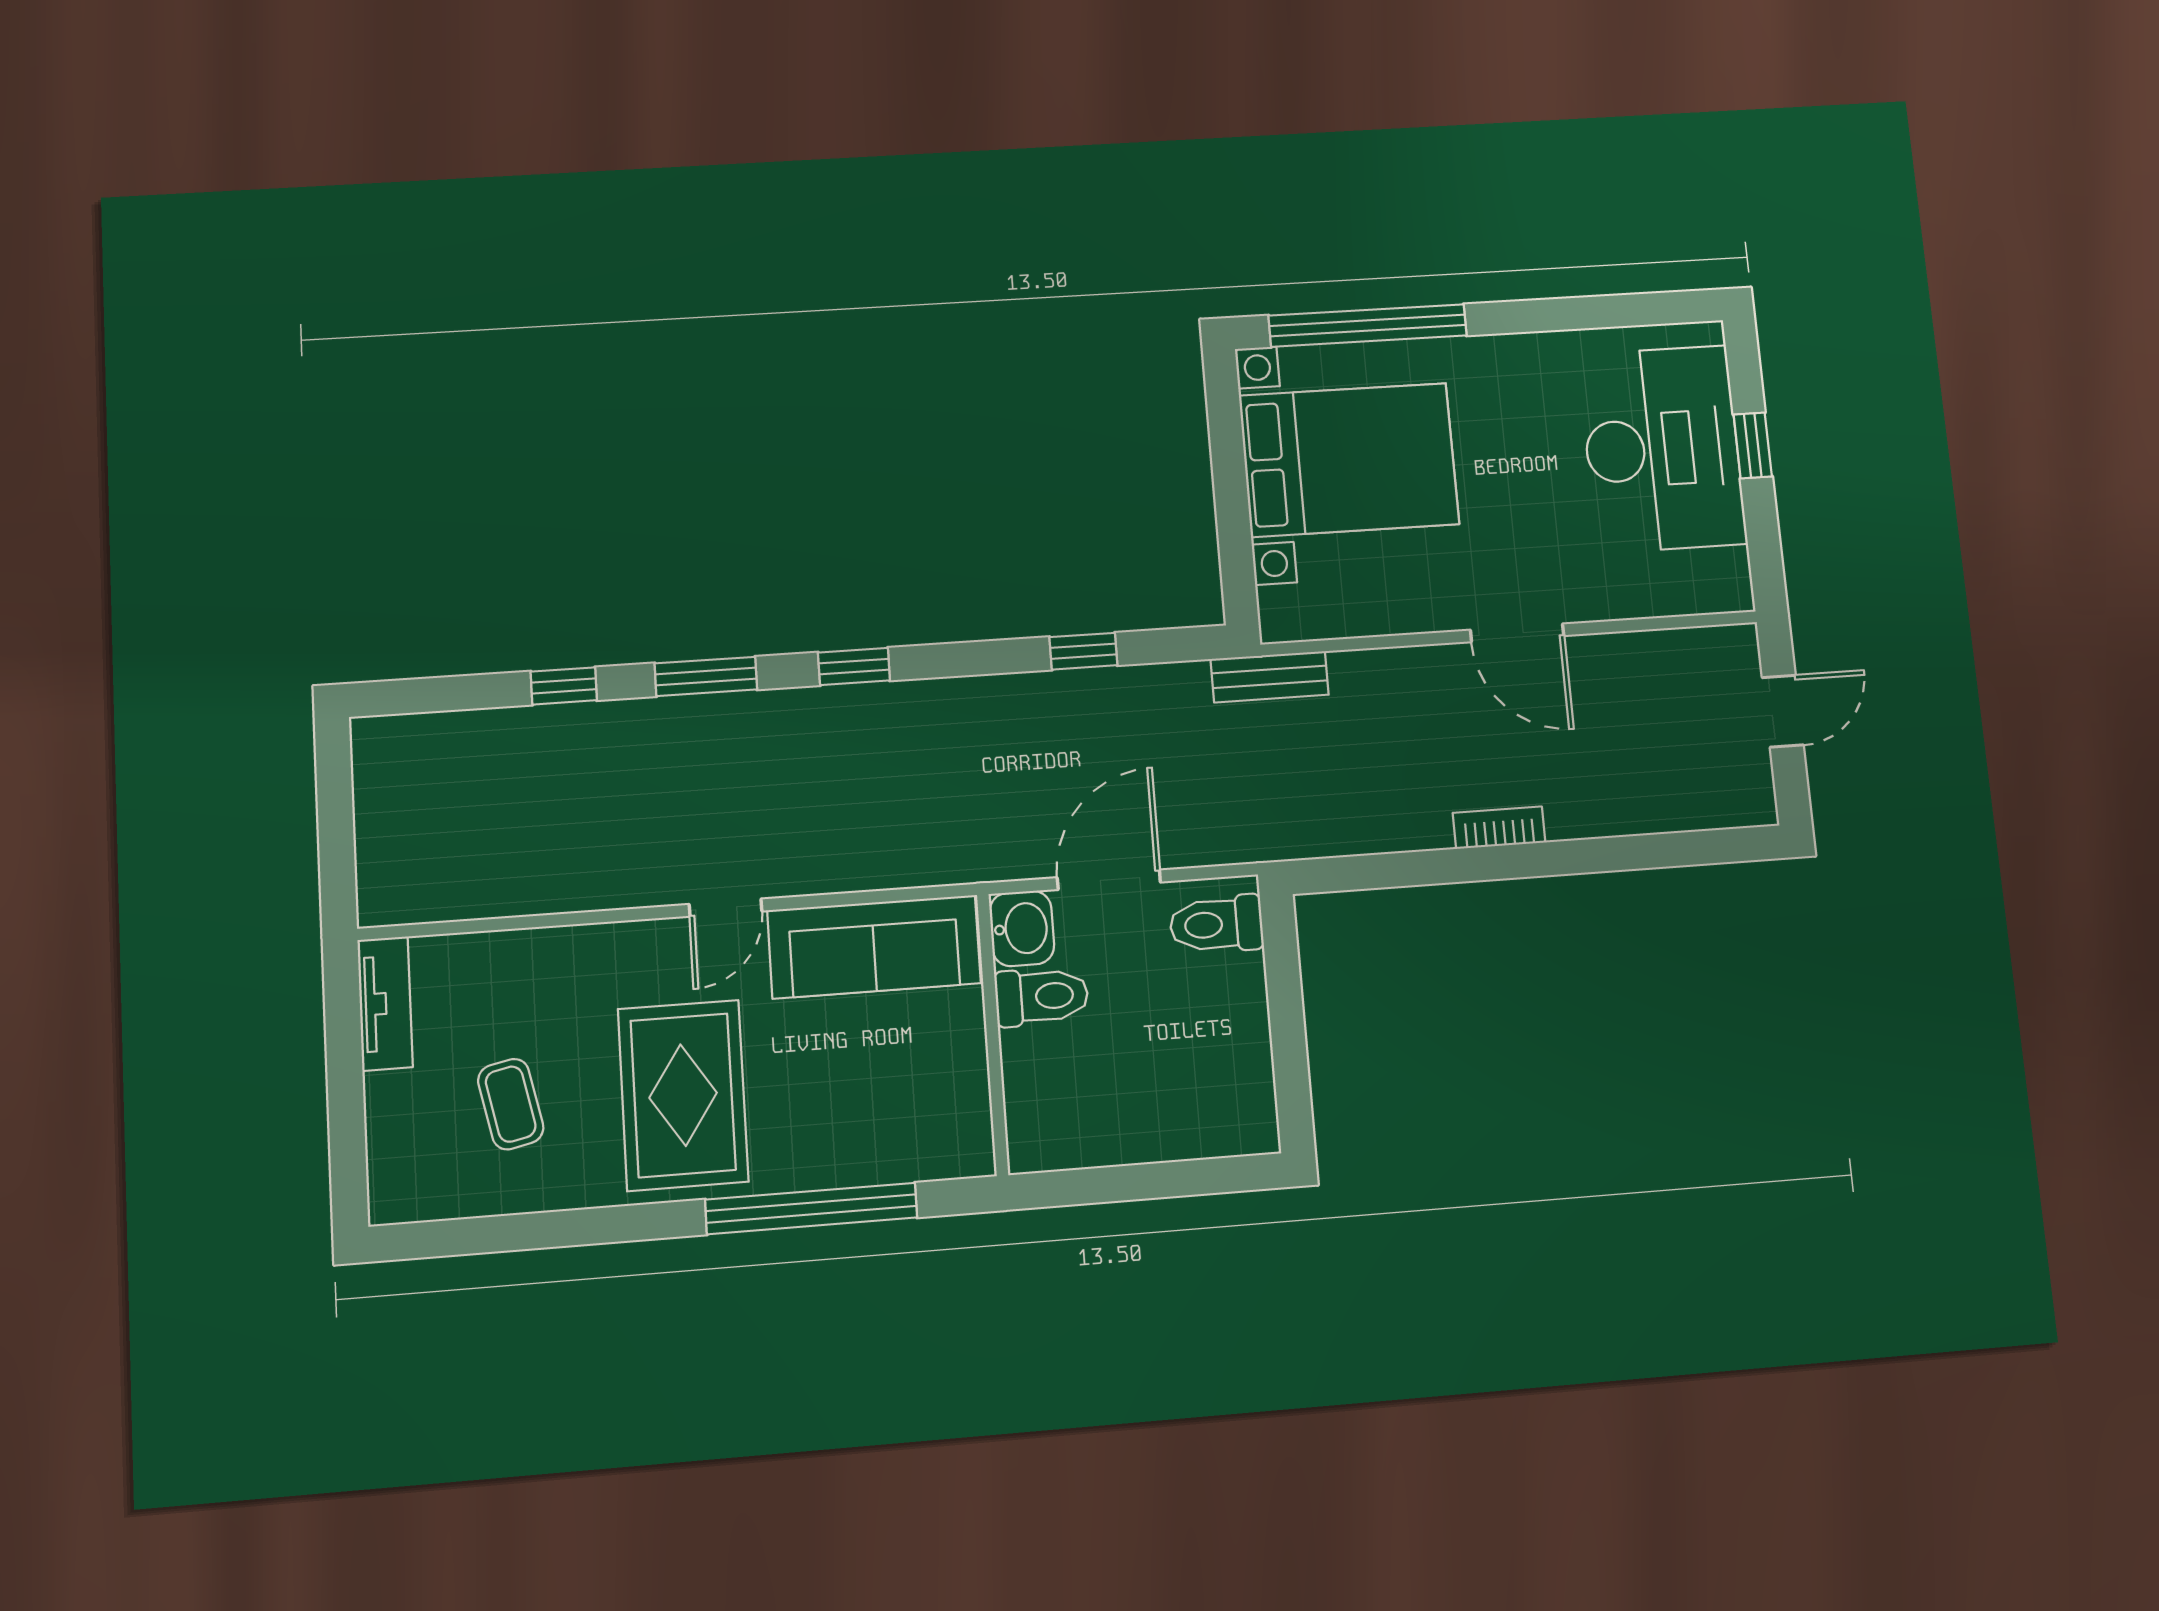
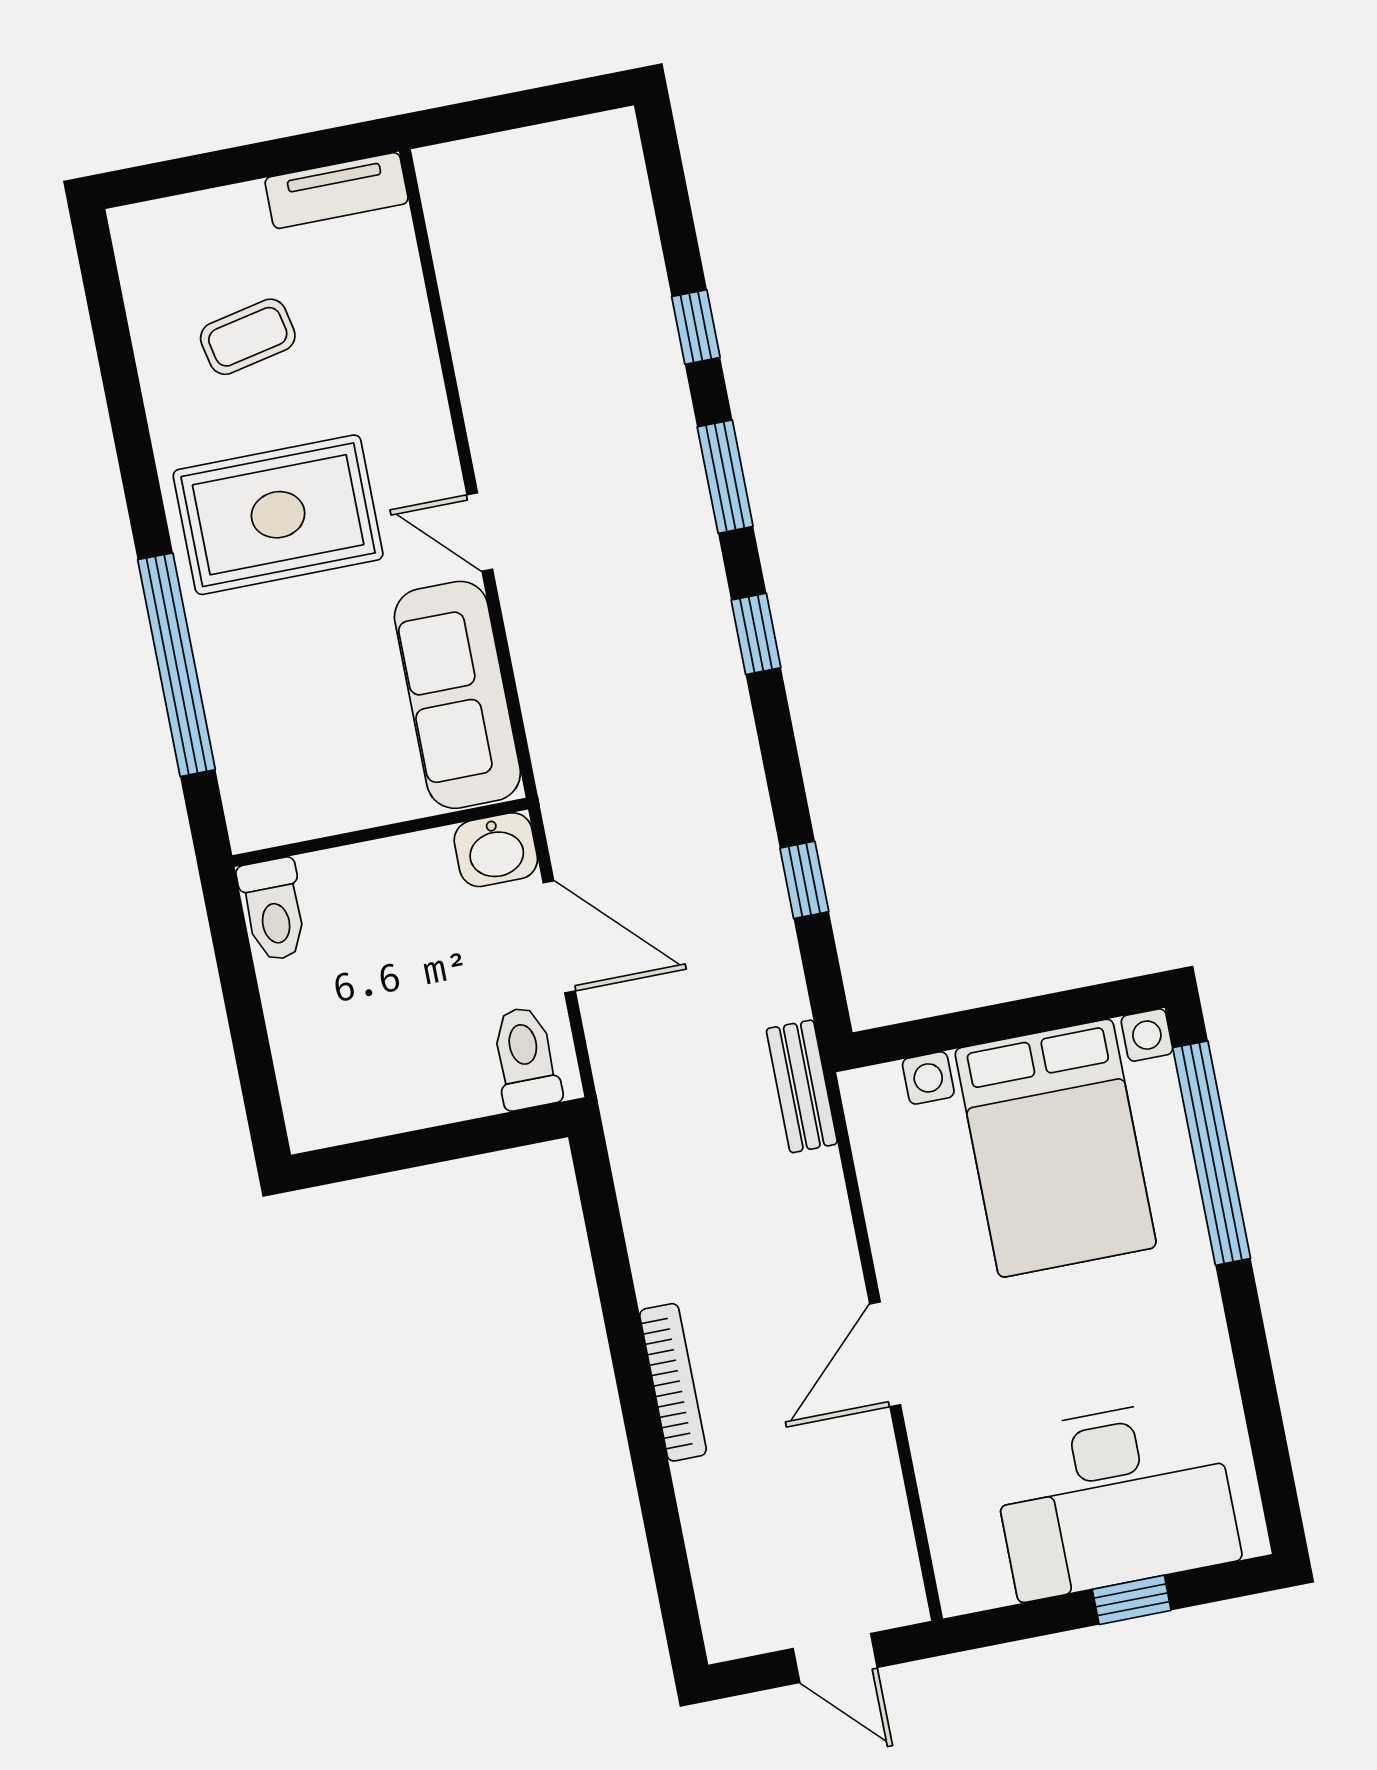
bookcase: (1499, 828) -> (673, 1382), width x1.56
toilet: (1042, 996) -> (273, 910), moved

